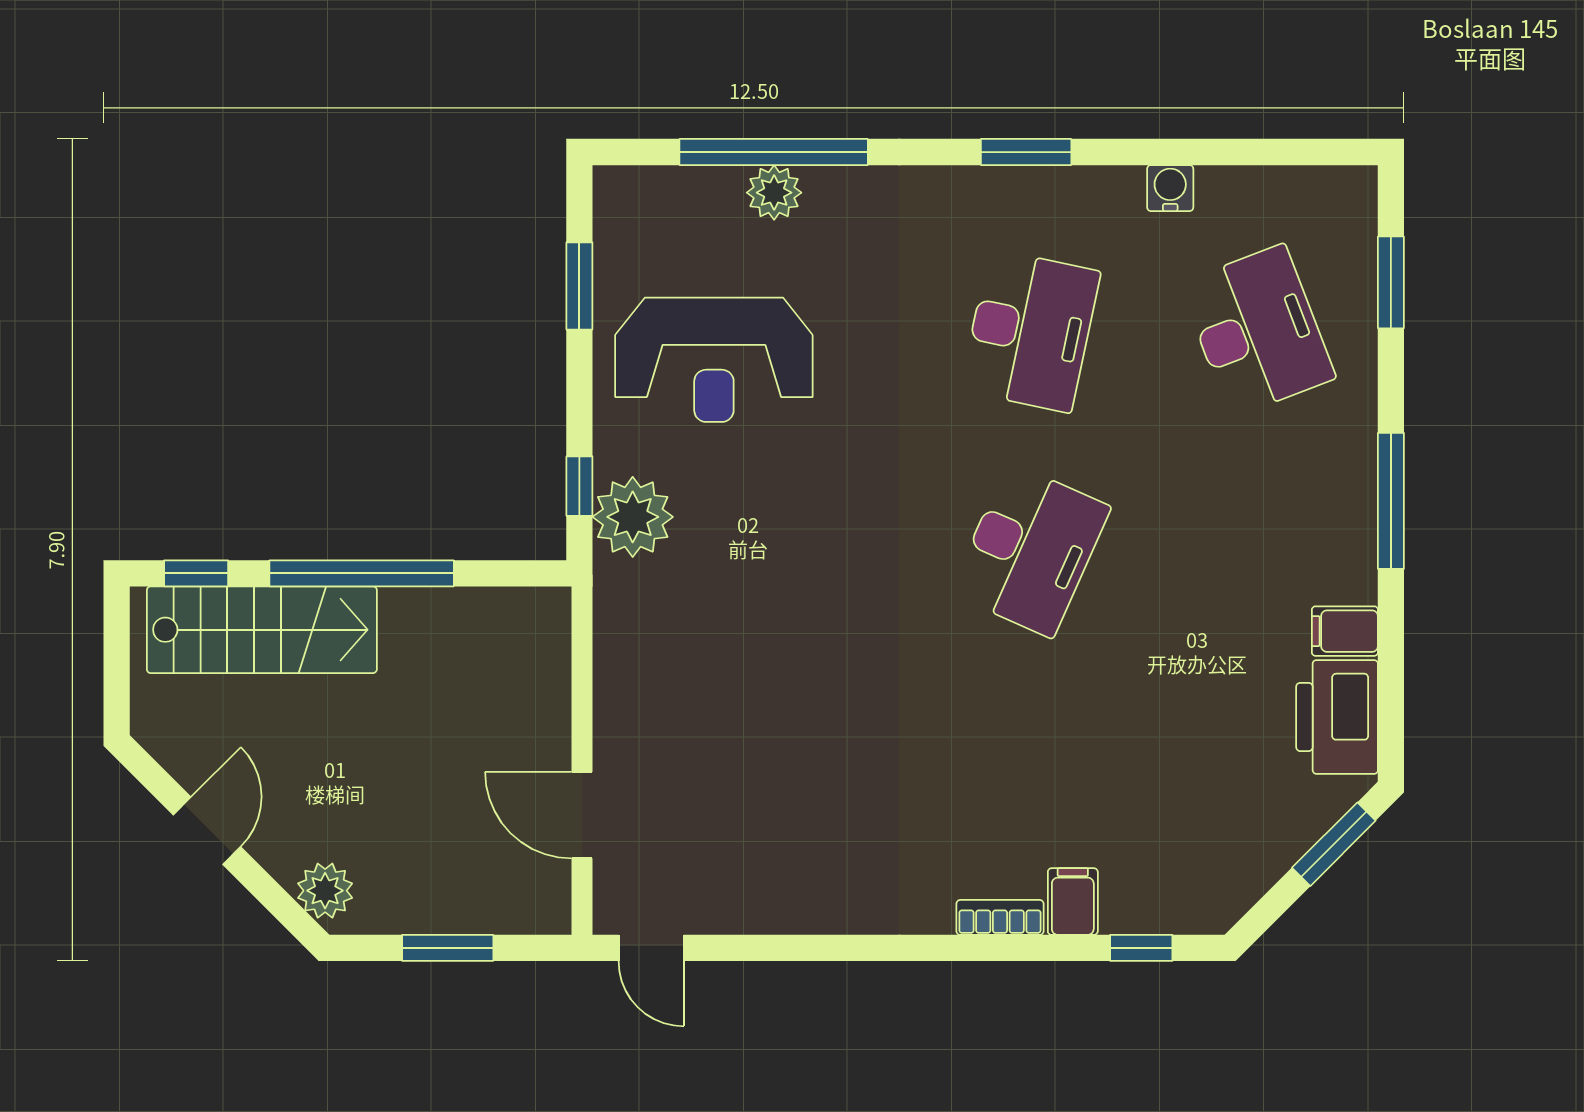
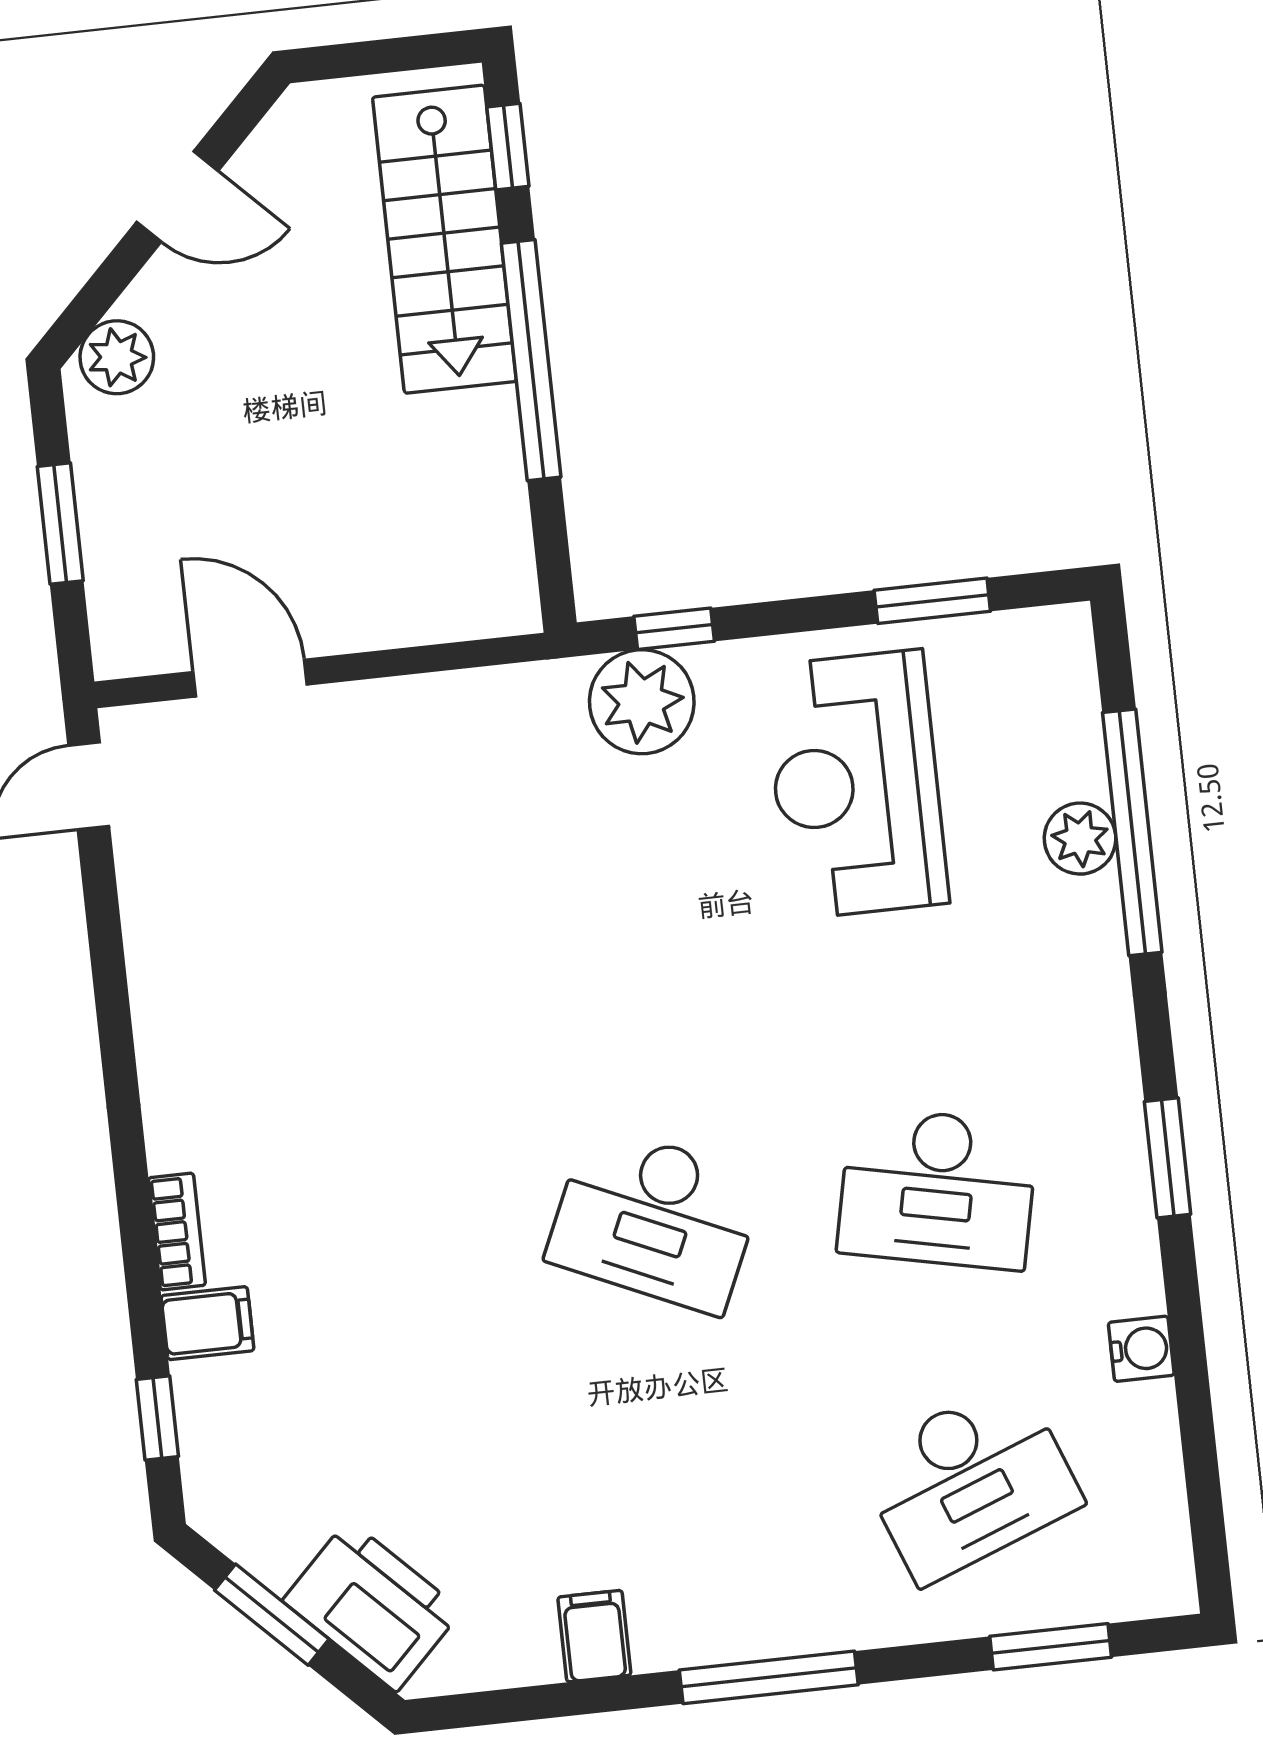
printer: (1337, 717) -> (372, 1606), moved, turned 45
door: (582, 815) -> (250, 678), hinge flipped
window: (1334, 844) -> (272, 1615), moved

